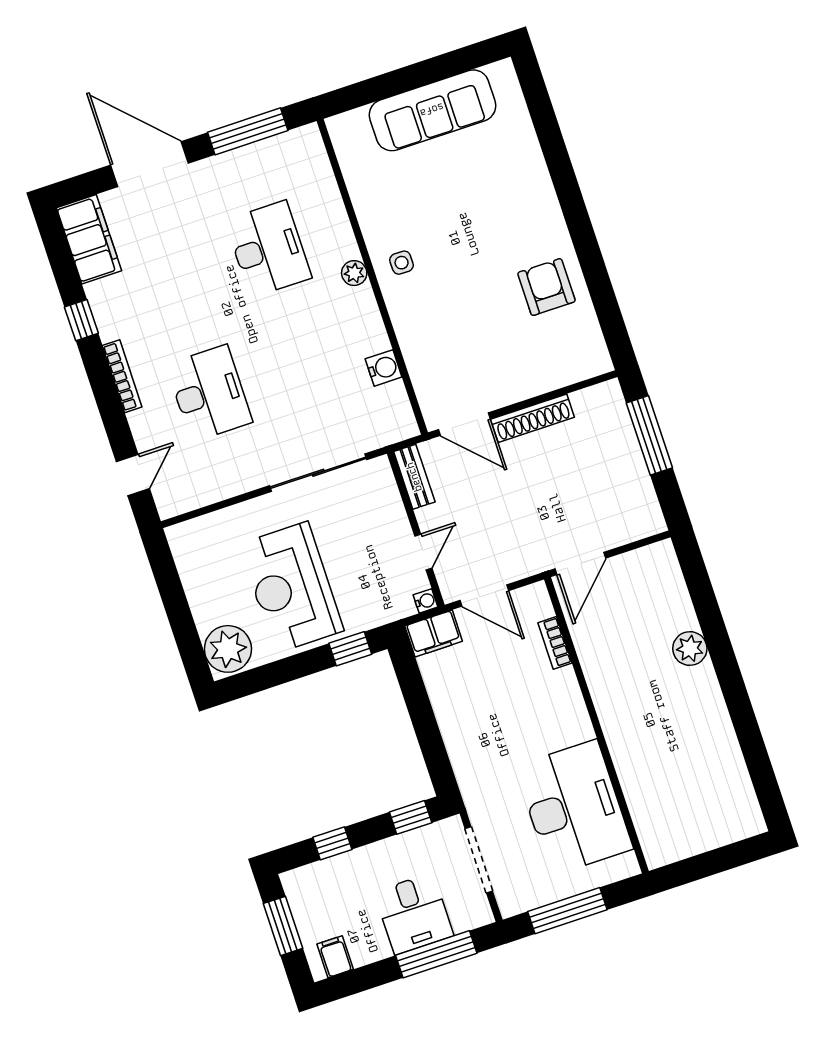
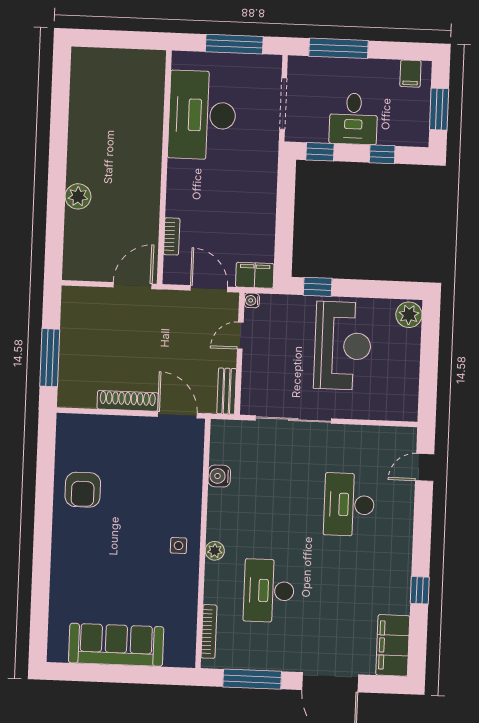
bookcase: (122, 376) -> (209, 631), moved, turned 180
plant: (228, 649) -> (409, 315), width x0.73, depth x0.73
desk: (414, 914) -> (353, 119), moved, turned 180

